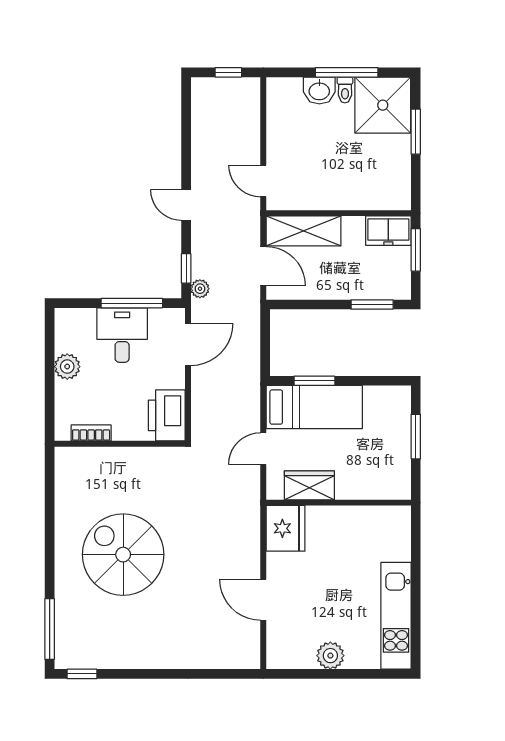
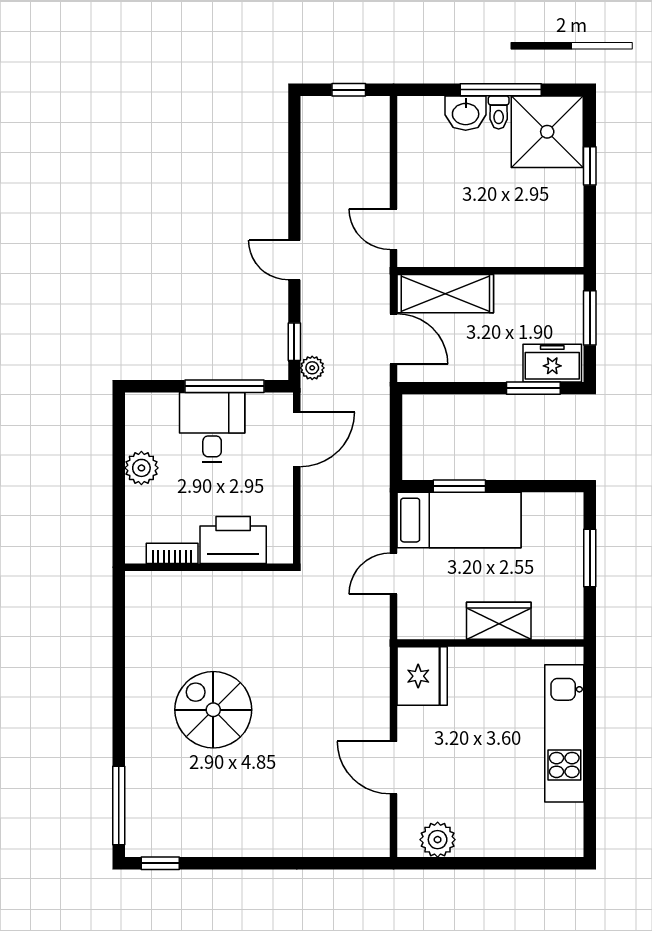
window: (416, 132) -> (590, 166), width x0.67
freezer: (388, 231) -> (552, 363), moved, turned 180
printer: (167, 415) -> (233, 540), moved, turned 90
wardrobe: (309, 485) -> (499, 621), moved
spiral stairs: (123, 555) -> (213, 710), width x0.73, depth x0.73
kitchen unit: (396, 616) -> (564, 733), moved
plant: (330, 656) -> (438, 840), moved

